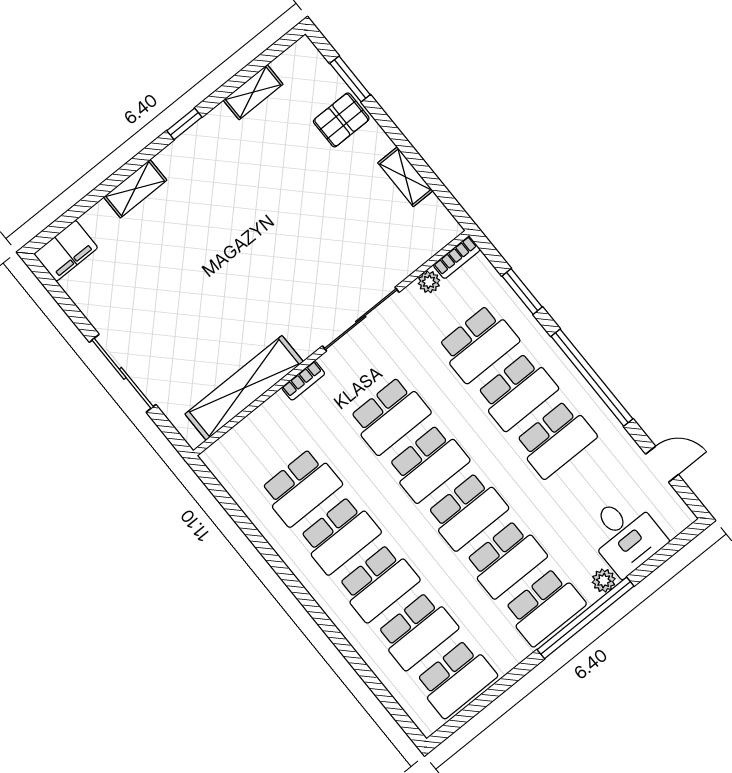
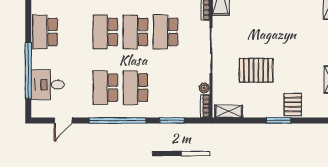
window: (350, 79) -> (278, 120), moved
shelving: (405, 177) -> (229, 111), moved
pallet: (334, 222) -> (256, 70), added
school desk: (478, 344) -> (166, 88), removed
school desk: (506, 559) -> (75, 32), removed
plant: (604, 581) -> (37, 62), removed
window: (586, 618) -> (28, 70), moved

